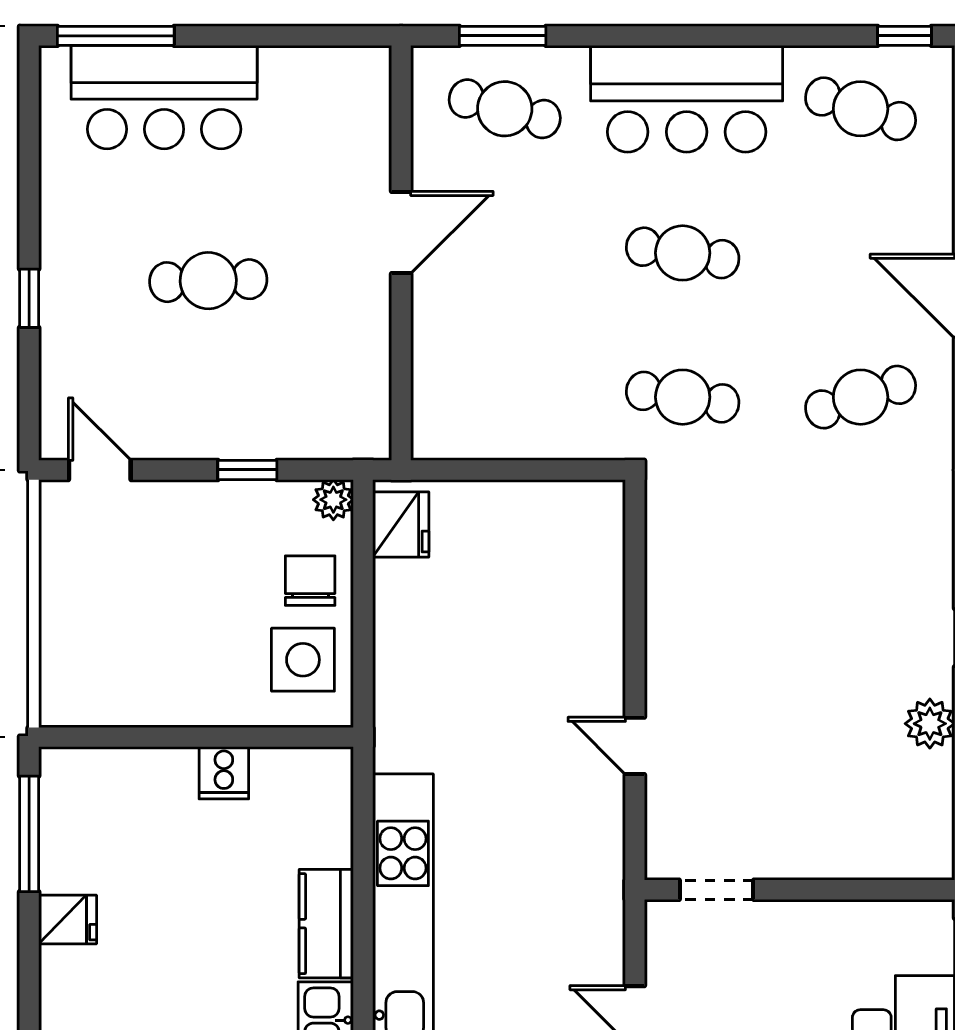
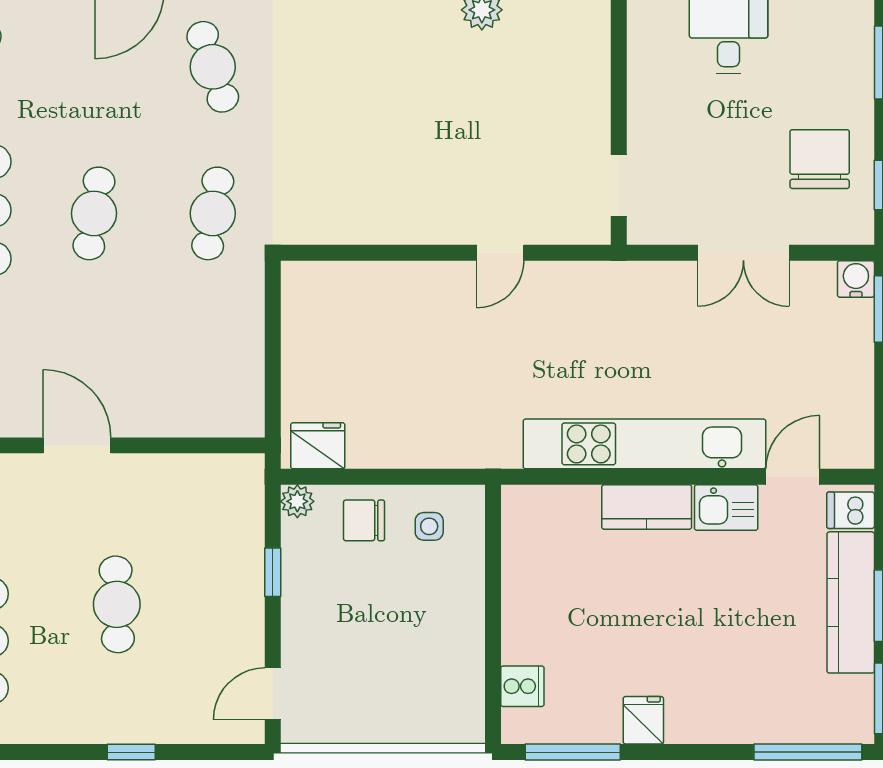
side table: (303, 660) -> (429, 526), width x0.54, depth x0.54
cooker: (224, 773) -> (522, 686), moved

